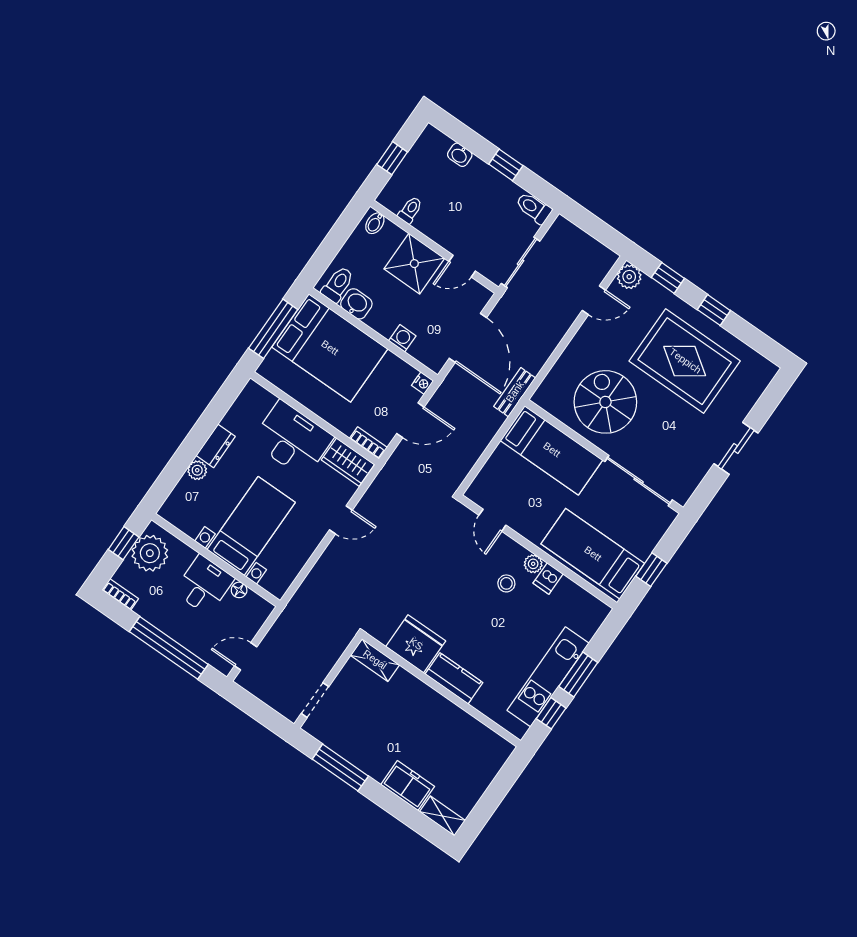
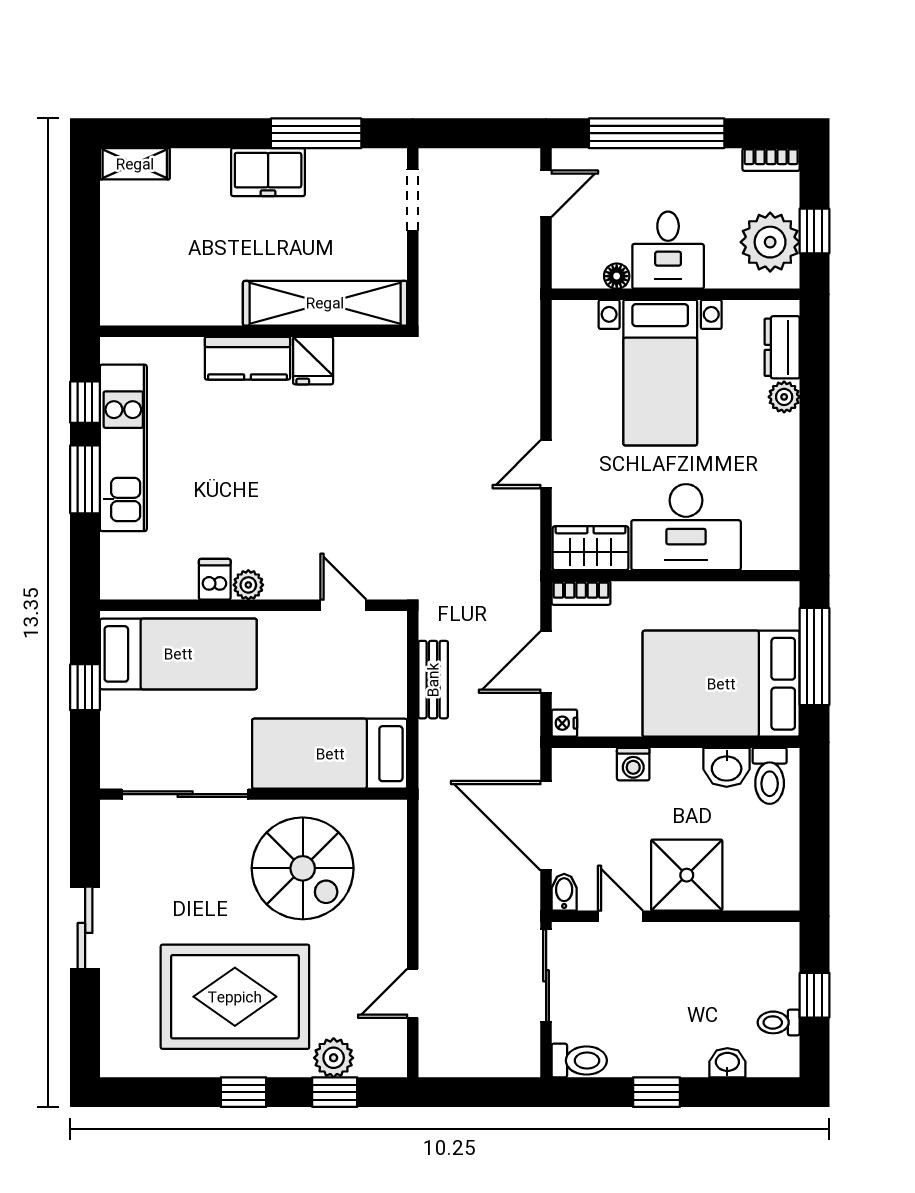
toilet: (410, 210) -> (779, 1022), moved, turned 90
bidet: (375, 223) -> (564, 892), moved
door: (462, 266) -> (620, 916), hinge flipped
plant: (629, 277) -> (334, 1058), moved
bench: (515, 392) -> (433, 680), moved
dresser: (216, 446) -> (782, 347), moved
stool: (506, 583) -> (266, 534), removed
fridge: (416, 644) -> (313, 361), width x0.53, depth x0.75
shelving: (375, 660) -> (325, 303), width x2.20, depth x1.33
freezer: (408, 785) -> (268, 172), moved

